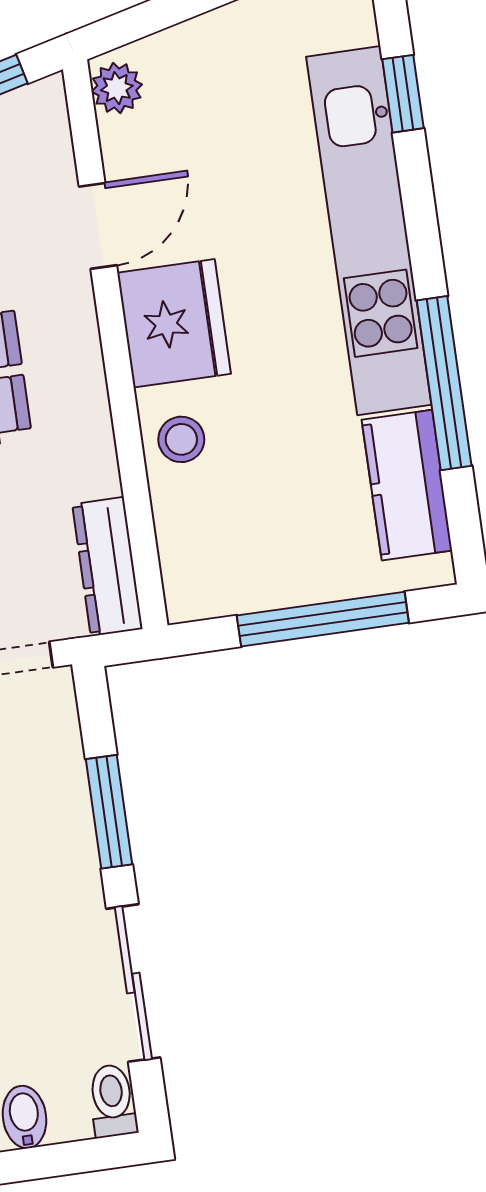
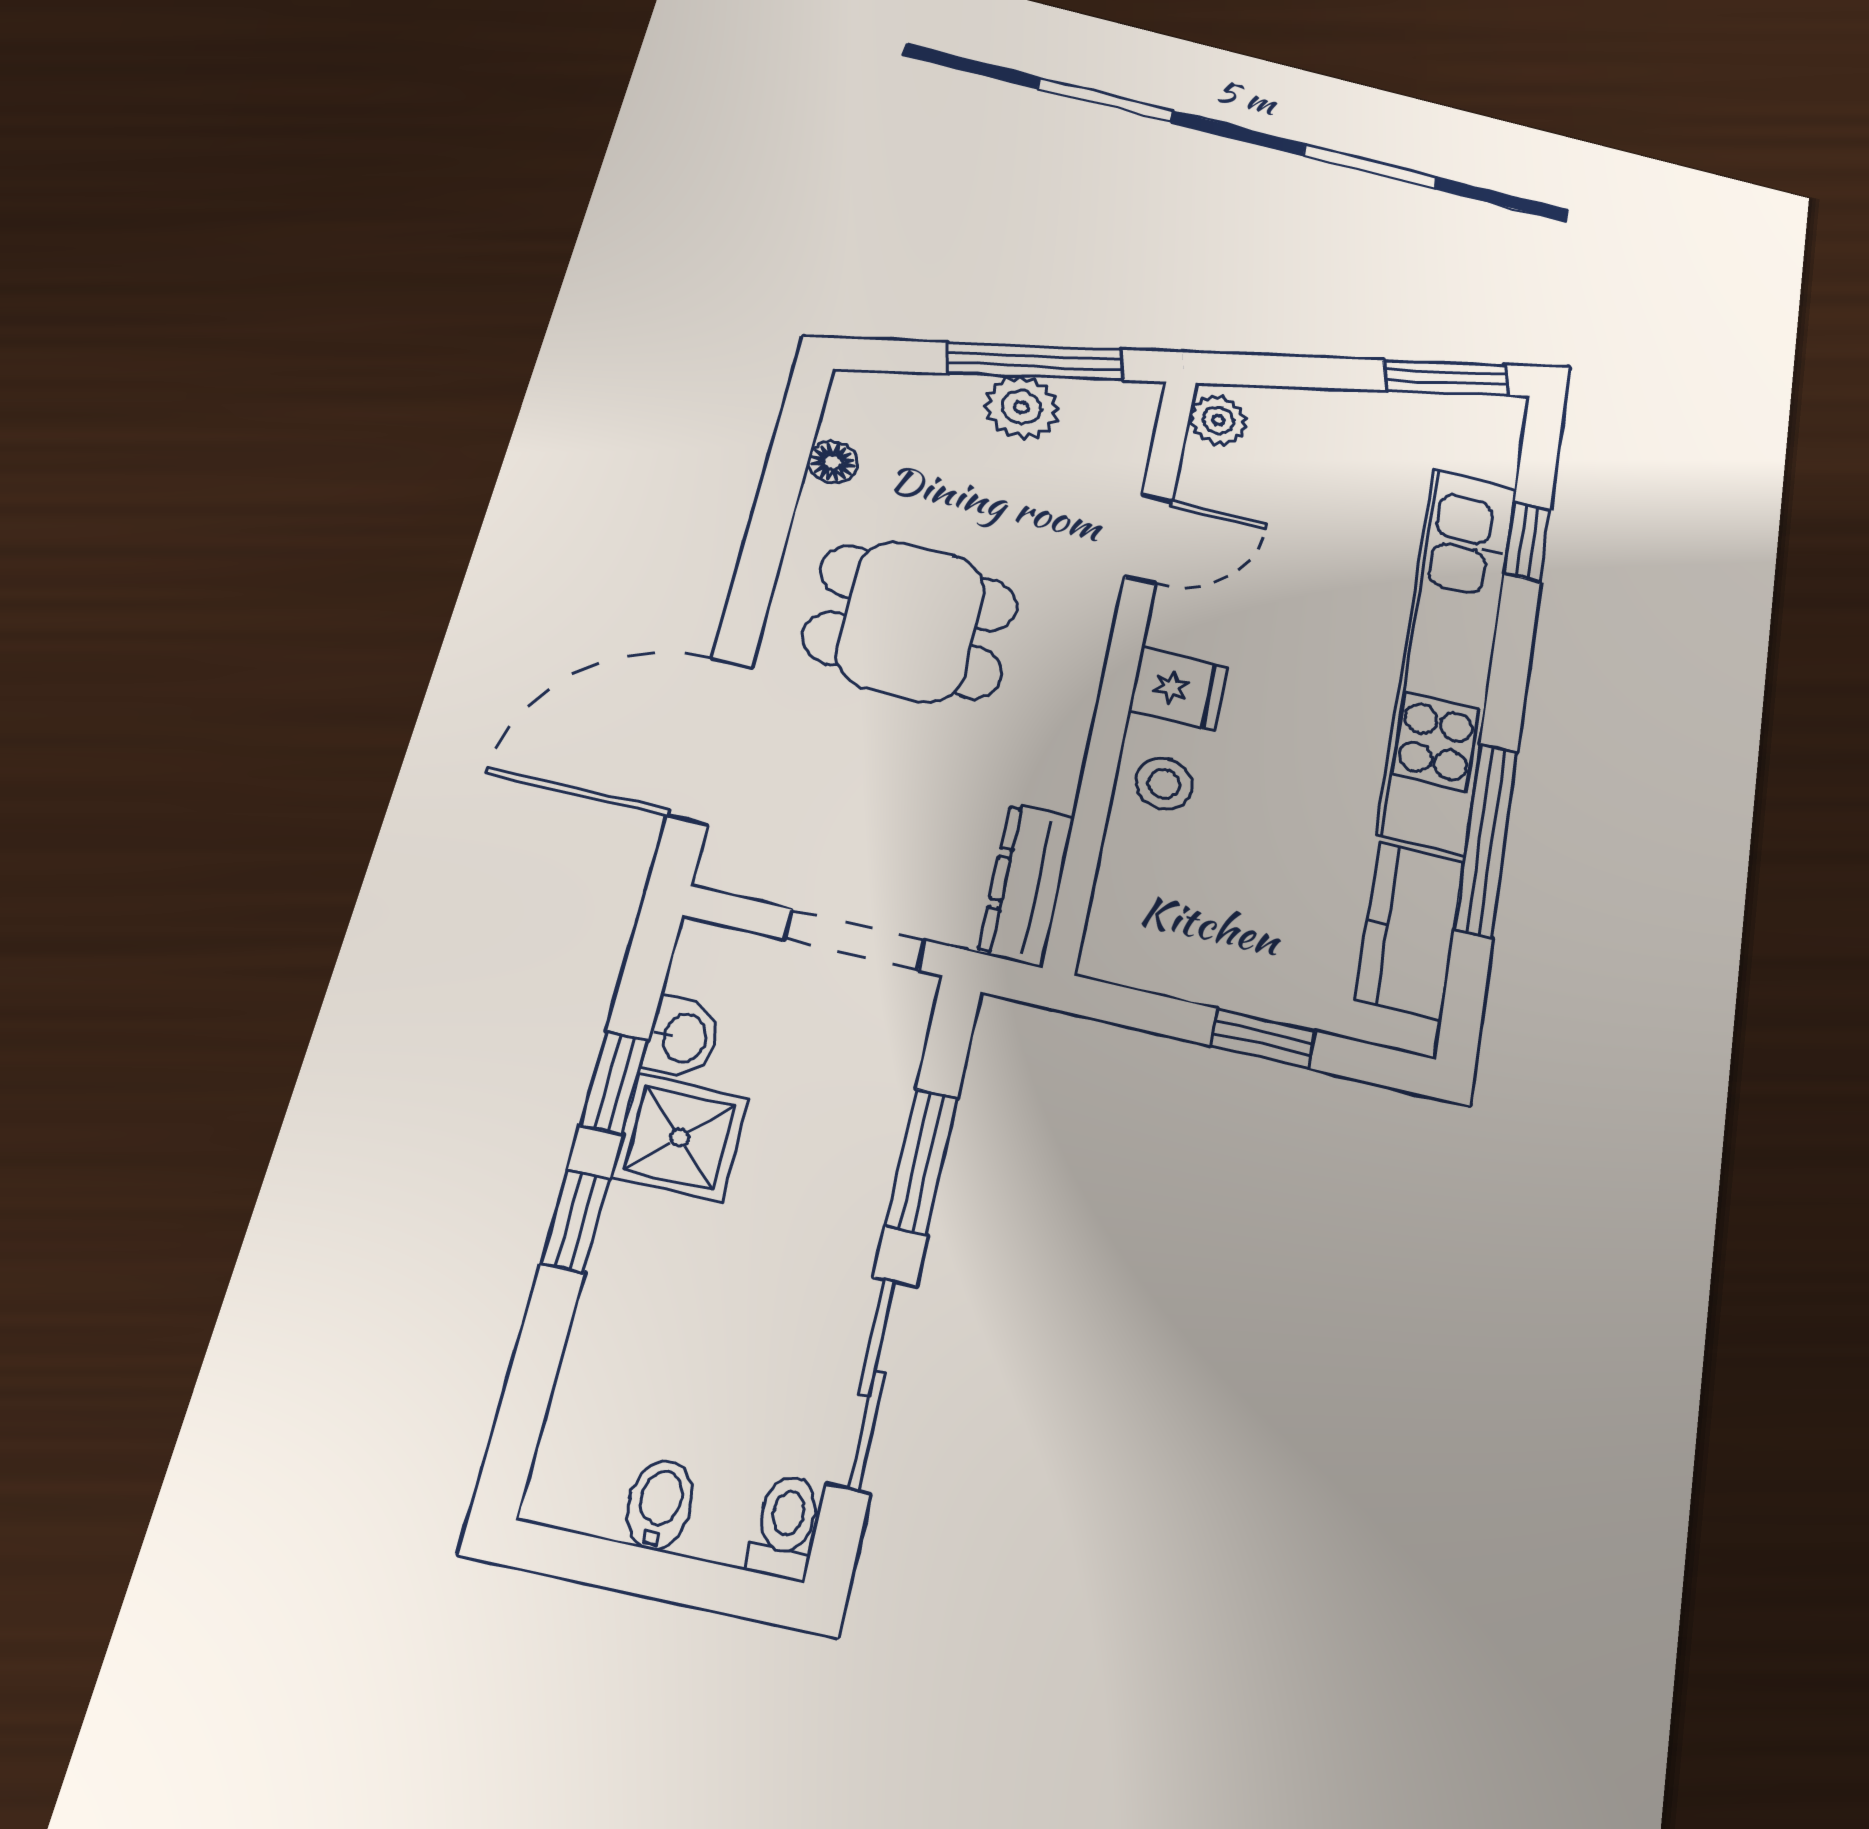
fridge: (174, 323) -> (1178, 689), width x0.53, depth x0.75
window: (323, 619) -> (1263, 1038), width x0.46

